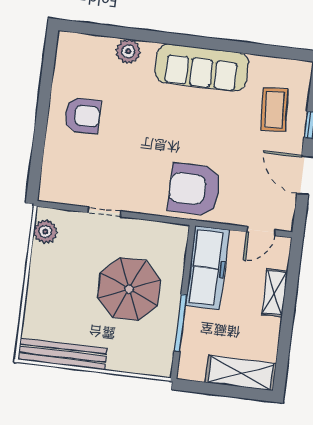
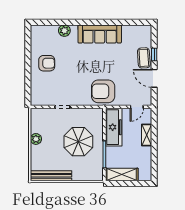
coffee table: (274, 110) -> (144, 58), moved
plant: (45, 232) -> (36, 139), moved
shelving: (241, 373) -> (122, 174), moved

